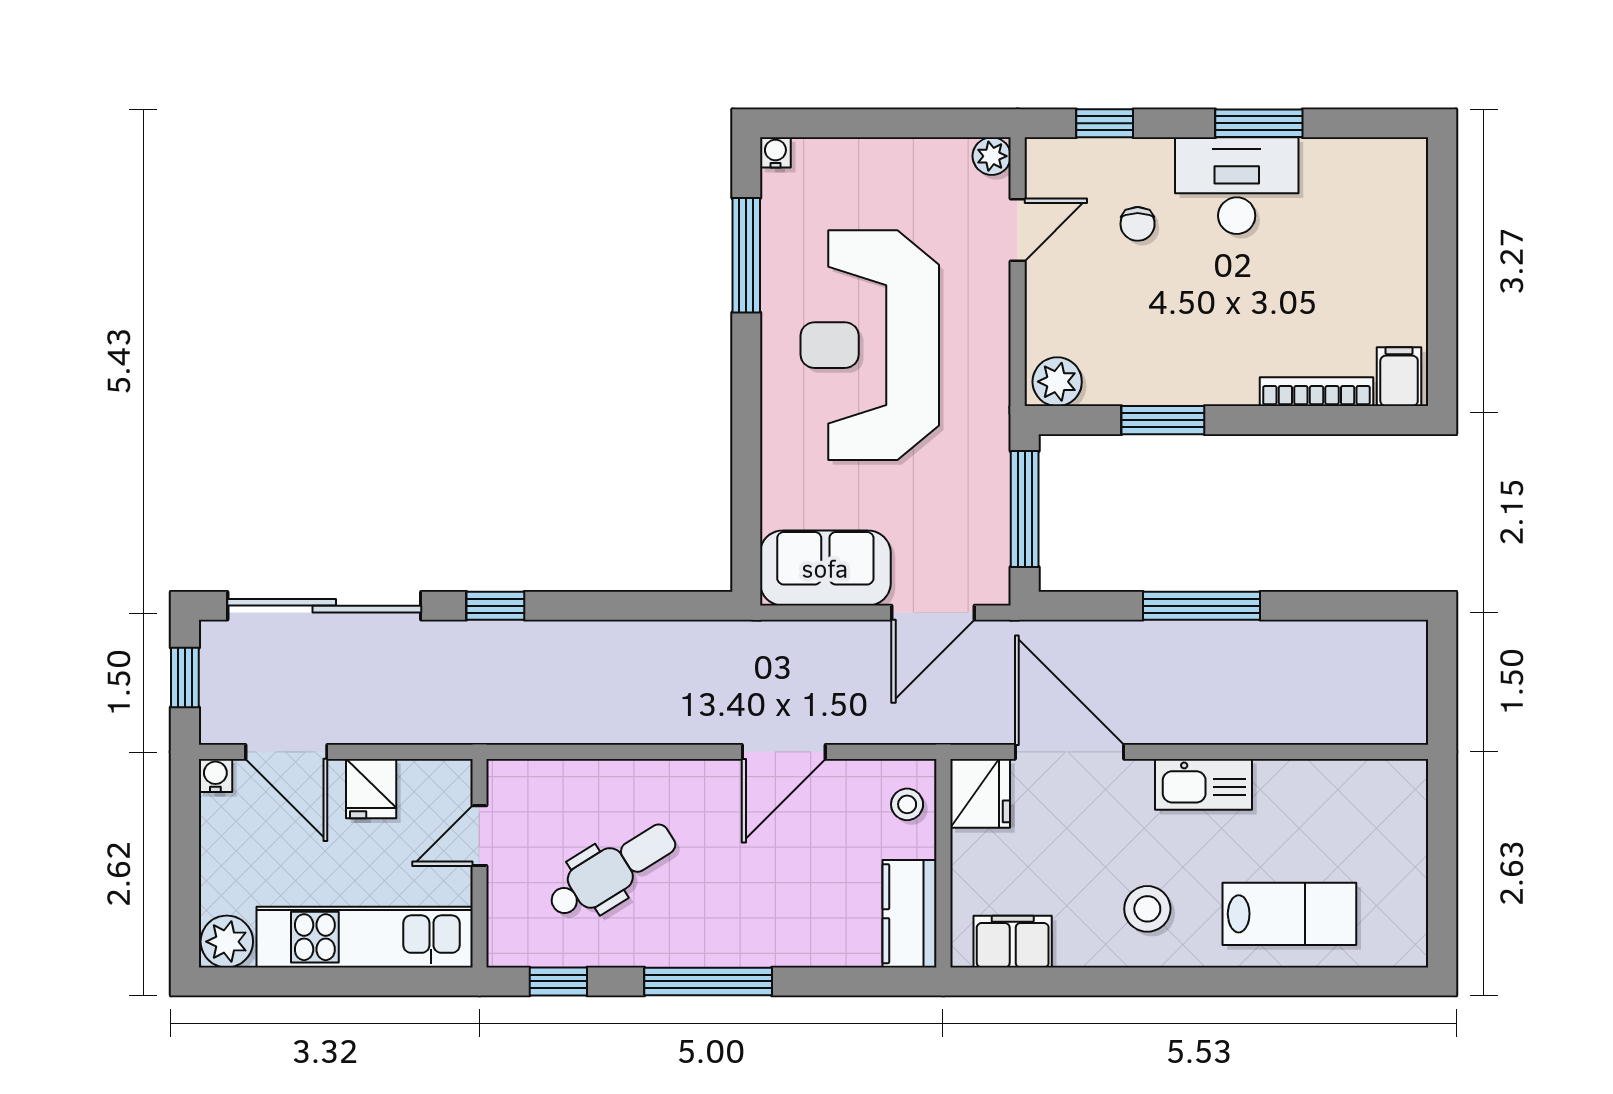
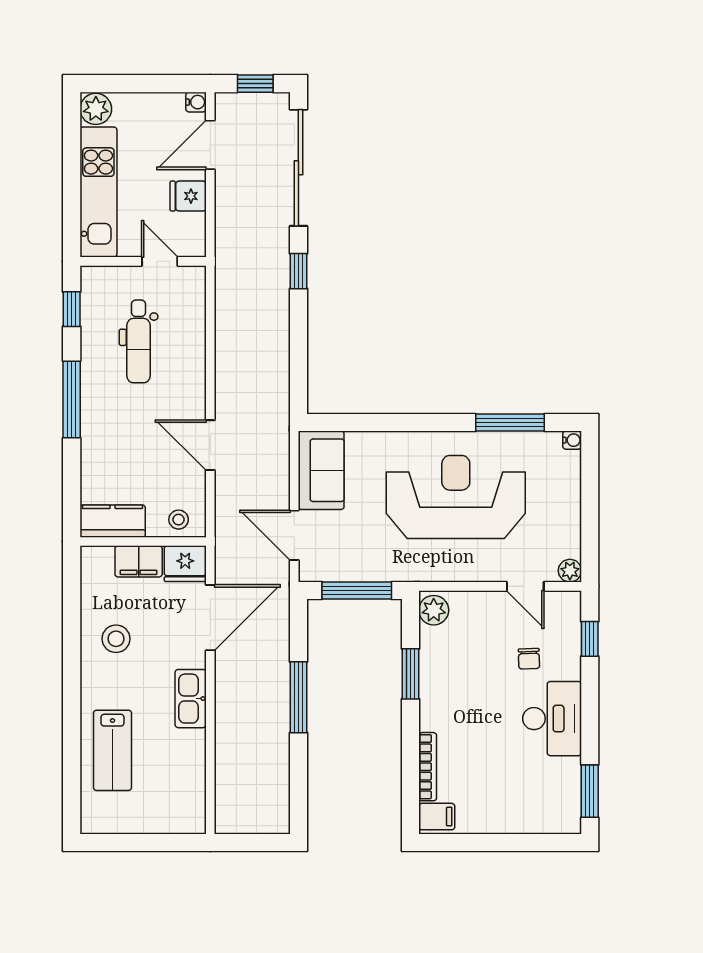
window: (1259, 123) -> (590, 791), moved
chair: (1138, 224) -> (529, 659), turned -92
dental chair: (612, 871) -> (139, 341), turned 32
stool: (1147, 909) -> (116, 639), moved
filing cabinet: (1013, 942) -> (139, 561), moved, turned 90

